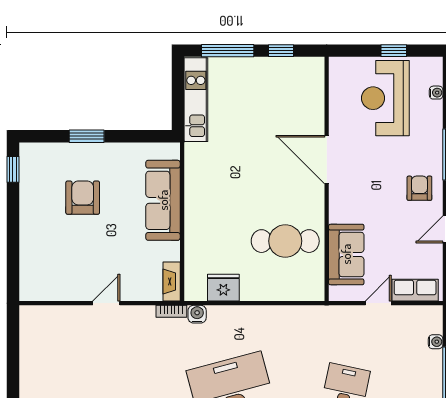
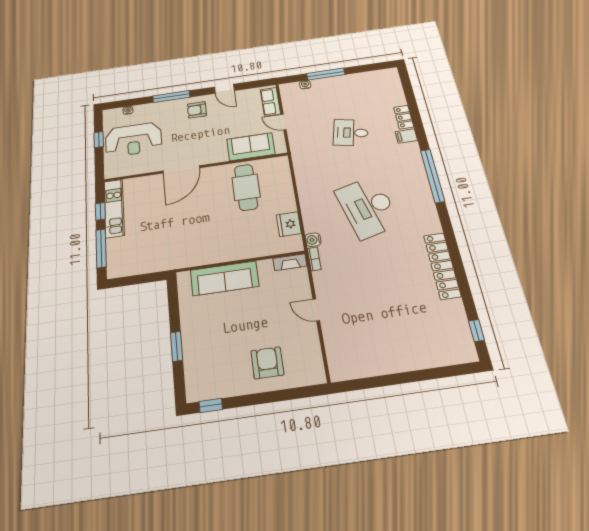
kitchen unit: (196, 100) -> (114, 208), moved, turned 90
armchair: (83, 198) -> (267, 363), moved, turned 90

